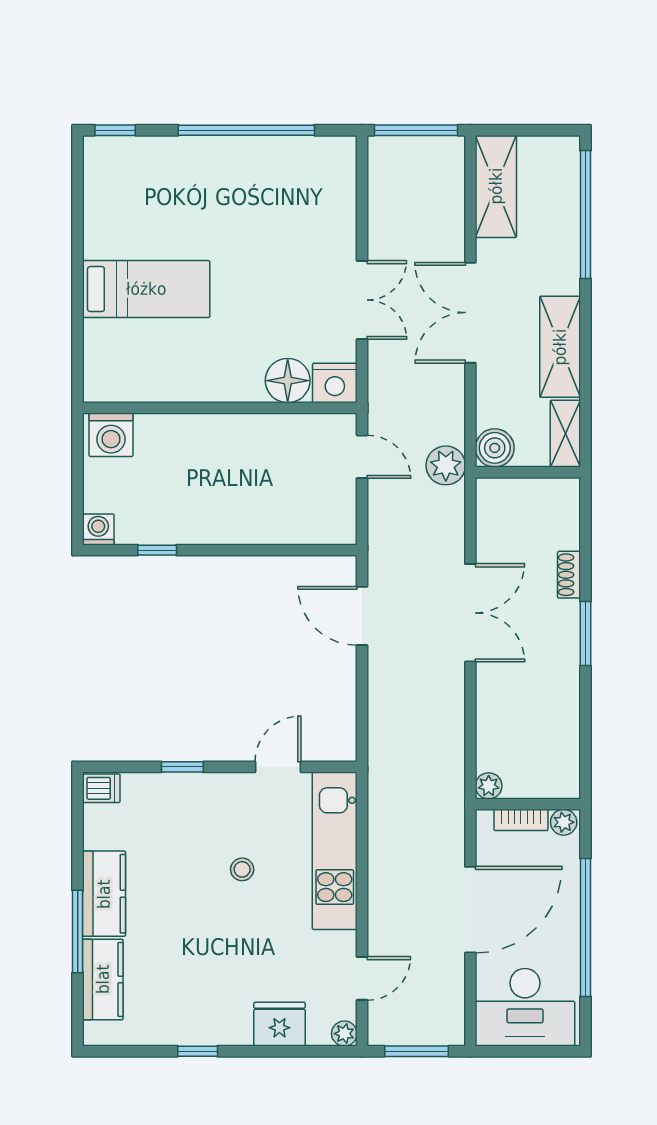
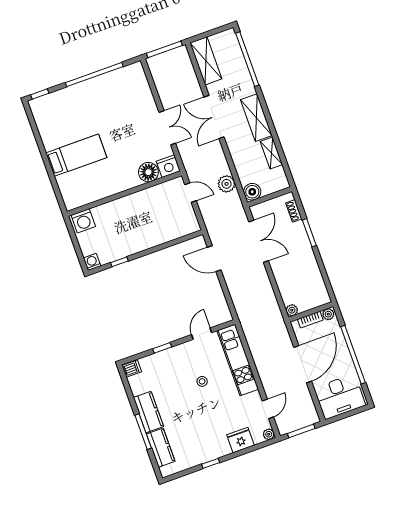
boiler: (495, 448) -> (252, 192), moved
wall: (528, 472) -> (270, 197), moved

